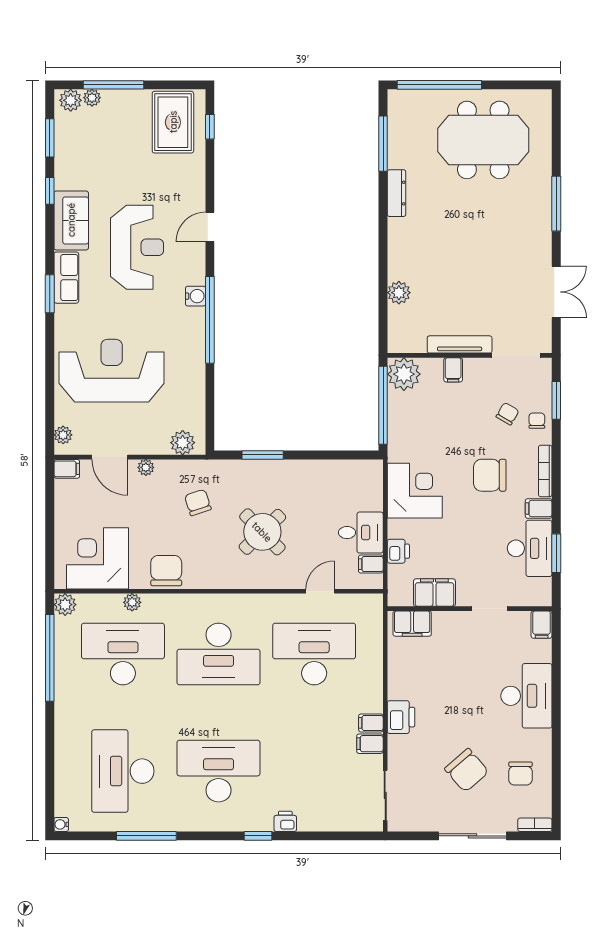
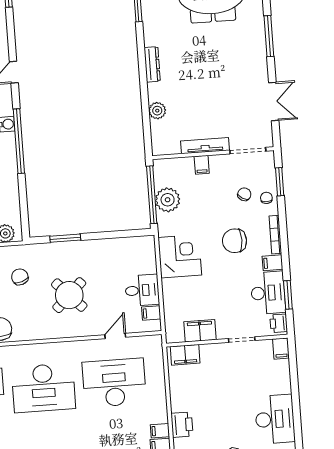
dresser: (397, 193) -> (152, 64), moved
plant: (404, 374) -> (168, 200), moved
printer: (398, 551) -> (279, 323), moved, turned 180
desk: (526, 696) -> (275, 419), moved

